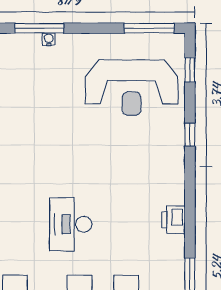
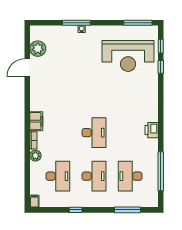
window: (190, 135) -> (161, 67), moved
desk: (71, 224) -> (94, 133), turned 180

